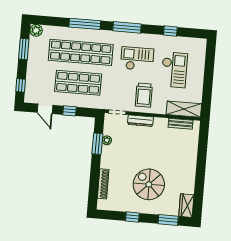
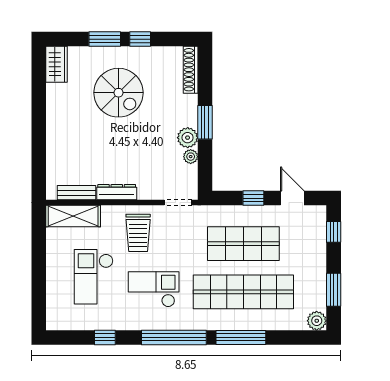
window: (127, 27) -> (174, 337), width x1.46
checkout: (137, 59) -> (154, 289), turned 180
trolley: (144, 95) -> (138, 233), turned 180
dresser: (140, 121) -> (117, 192), moved
window: (97, 144) -> (205, 122), moved
plant: (108, 152) -> (188, 138), added
shoe rack: (103, 184) -> (191, 70), moved
window: (168, 220) -> (105, 39), moved

